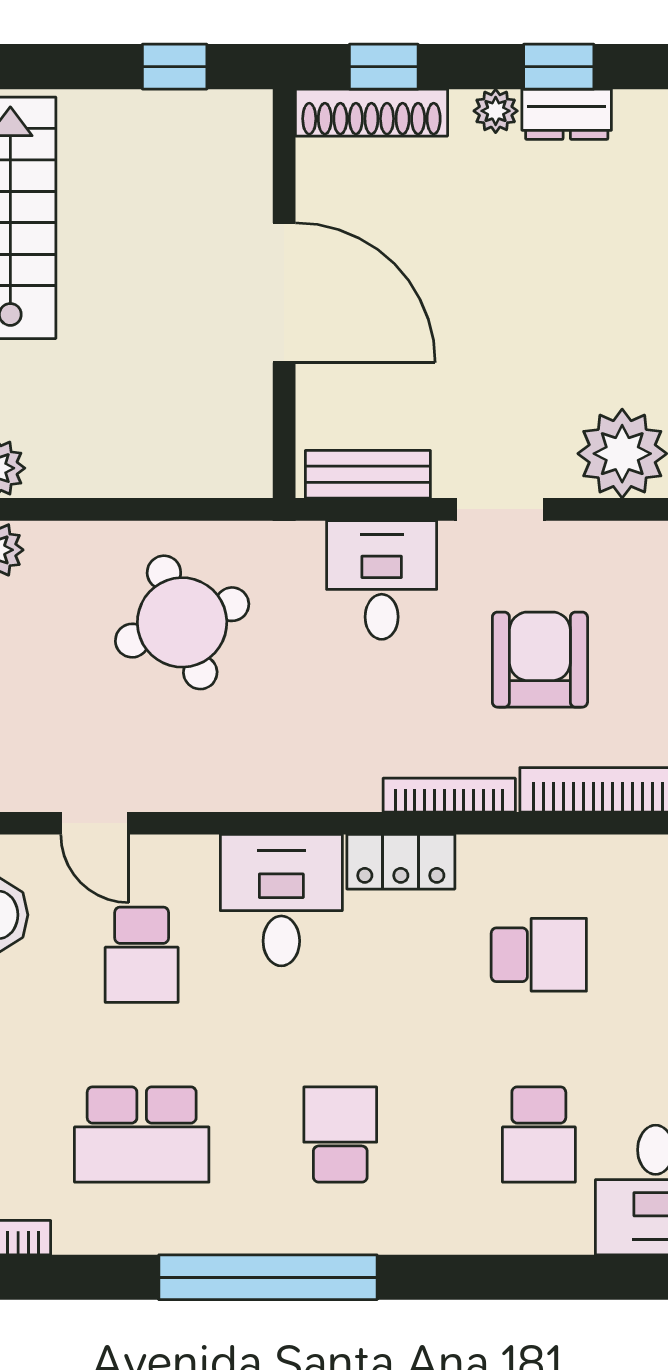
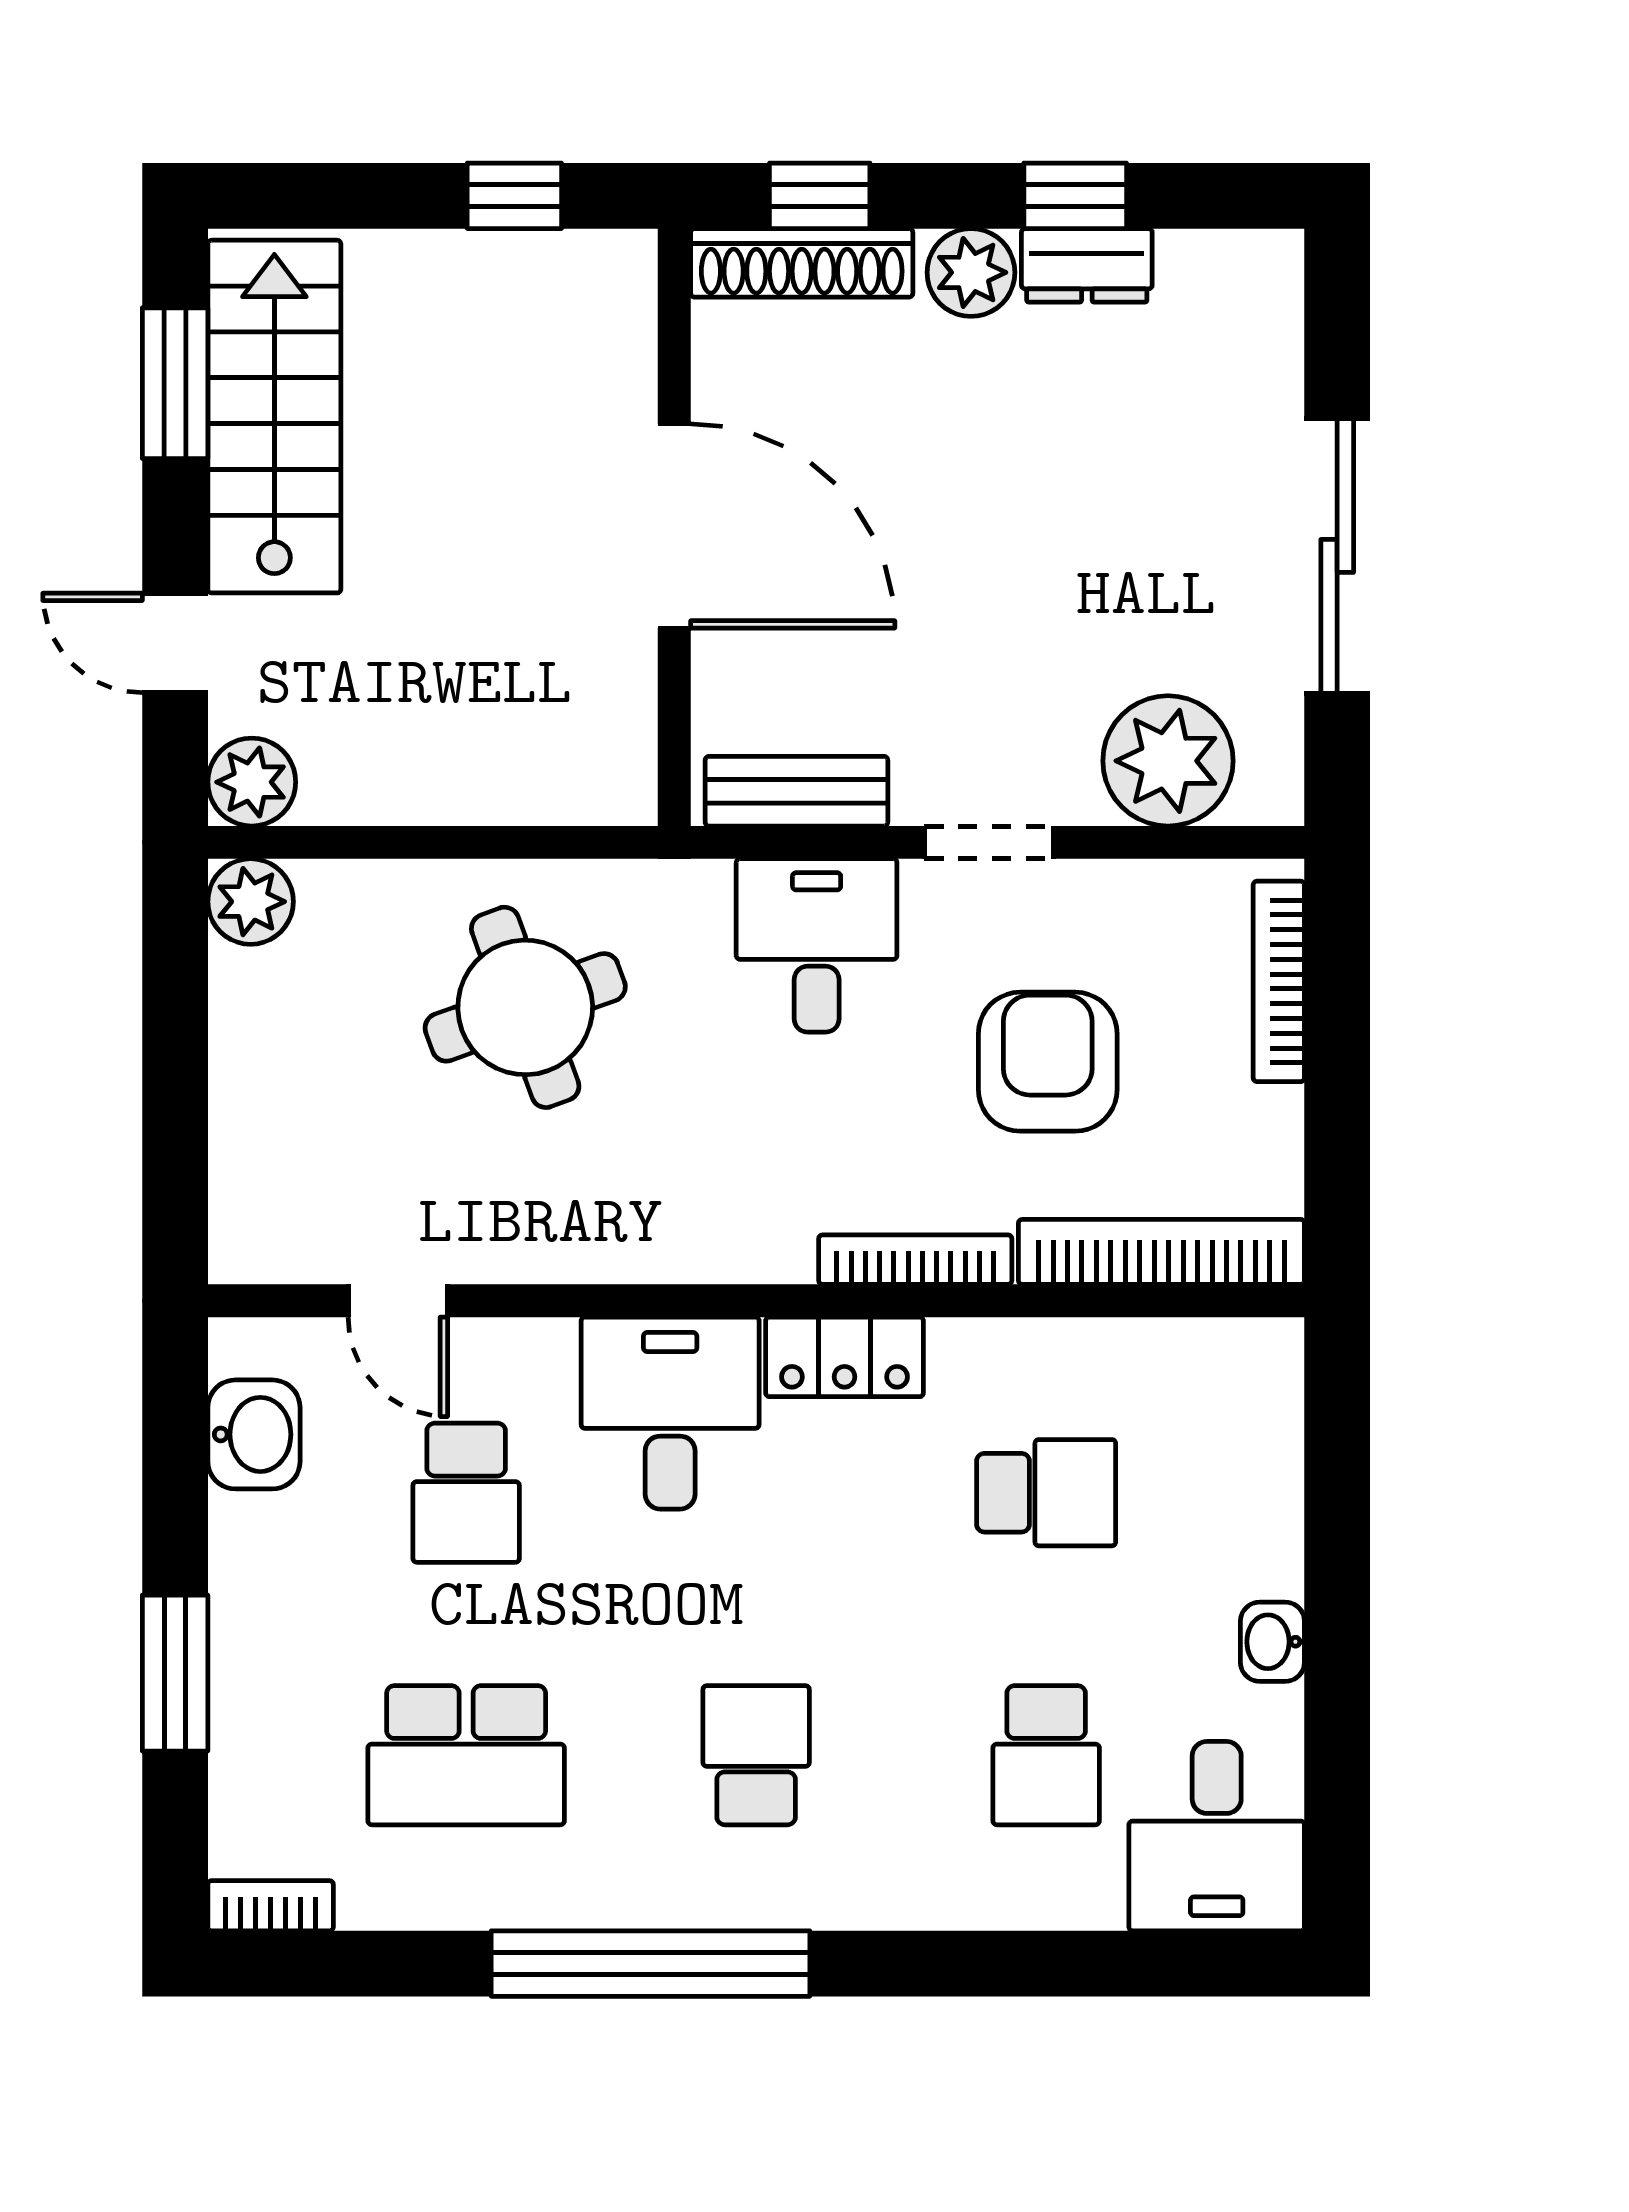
plant: (496, 111) -> (971, 272), width x1.38, depth x1.38

